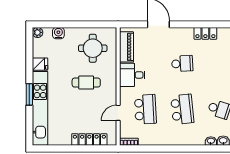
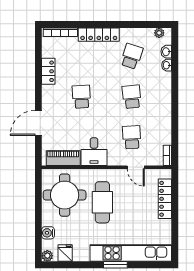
round table: (93, 48) -> (65, 195), width x1.36, depth x1.36
fridge: (40, 64) -> (65, 253), moved
cafe table: (86, 83) -> (102, 202), width x1.37, depth x1.35
school desk: (145, 109) -> (132, 137), width x0.54
school desk: (182, 109) -> (132, 97), width x0.54

